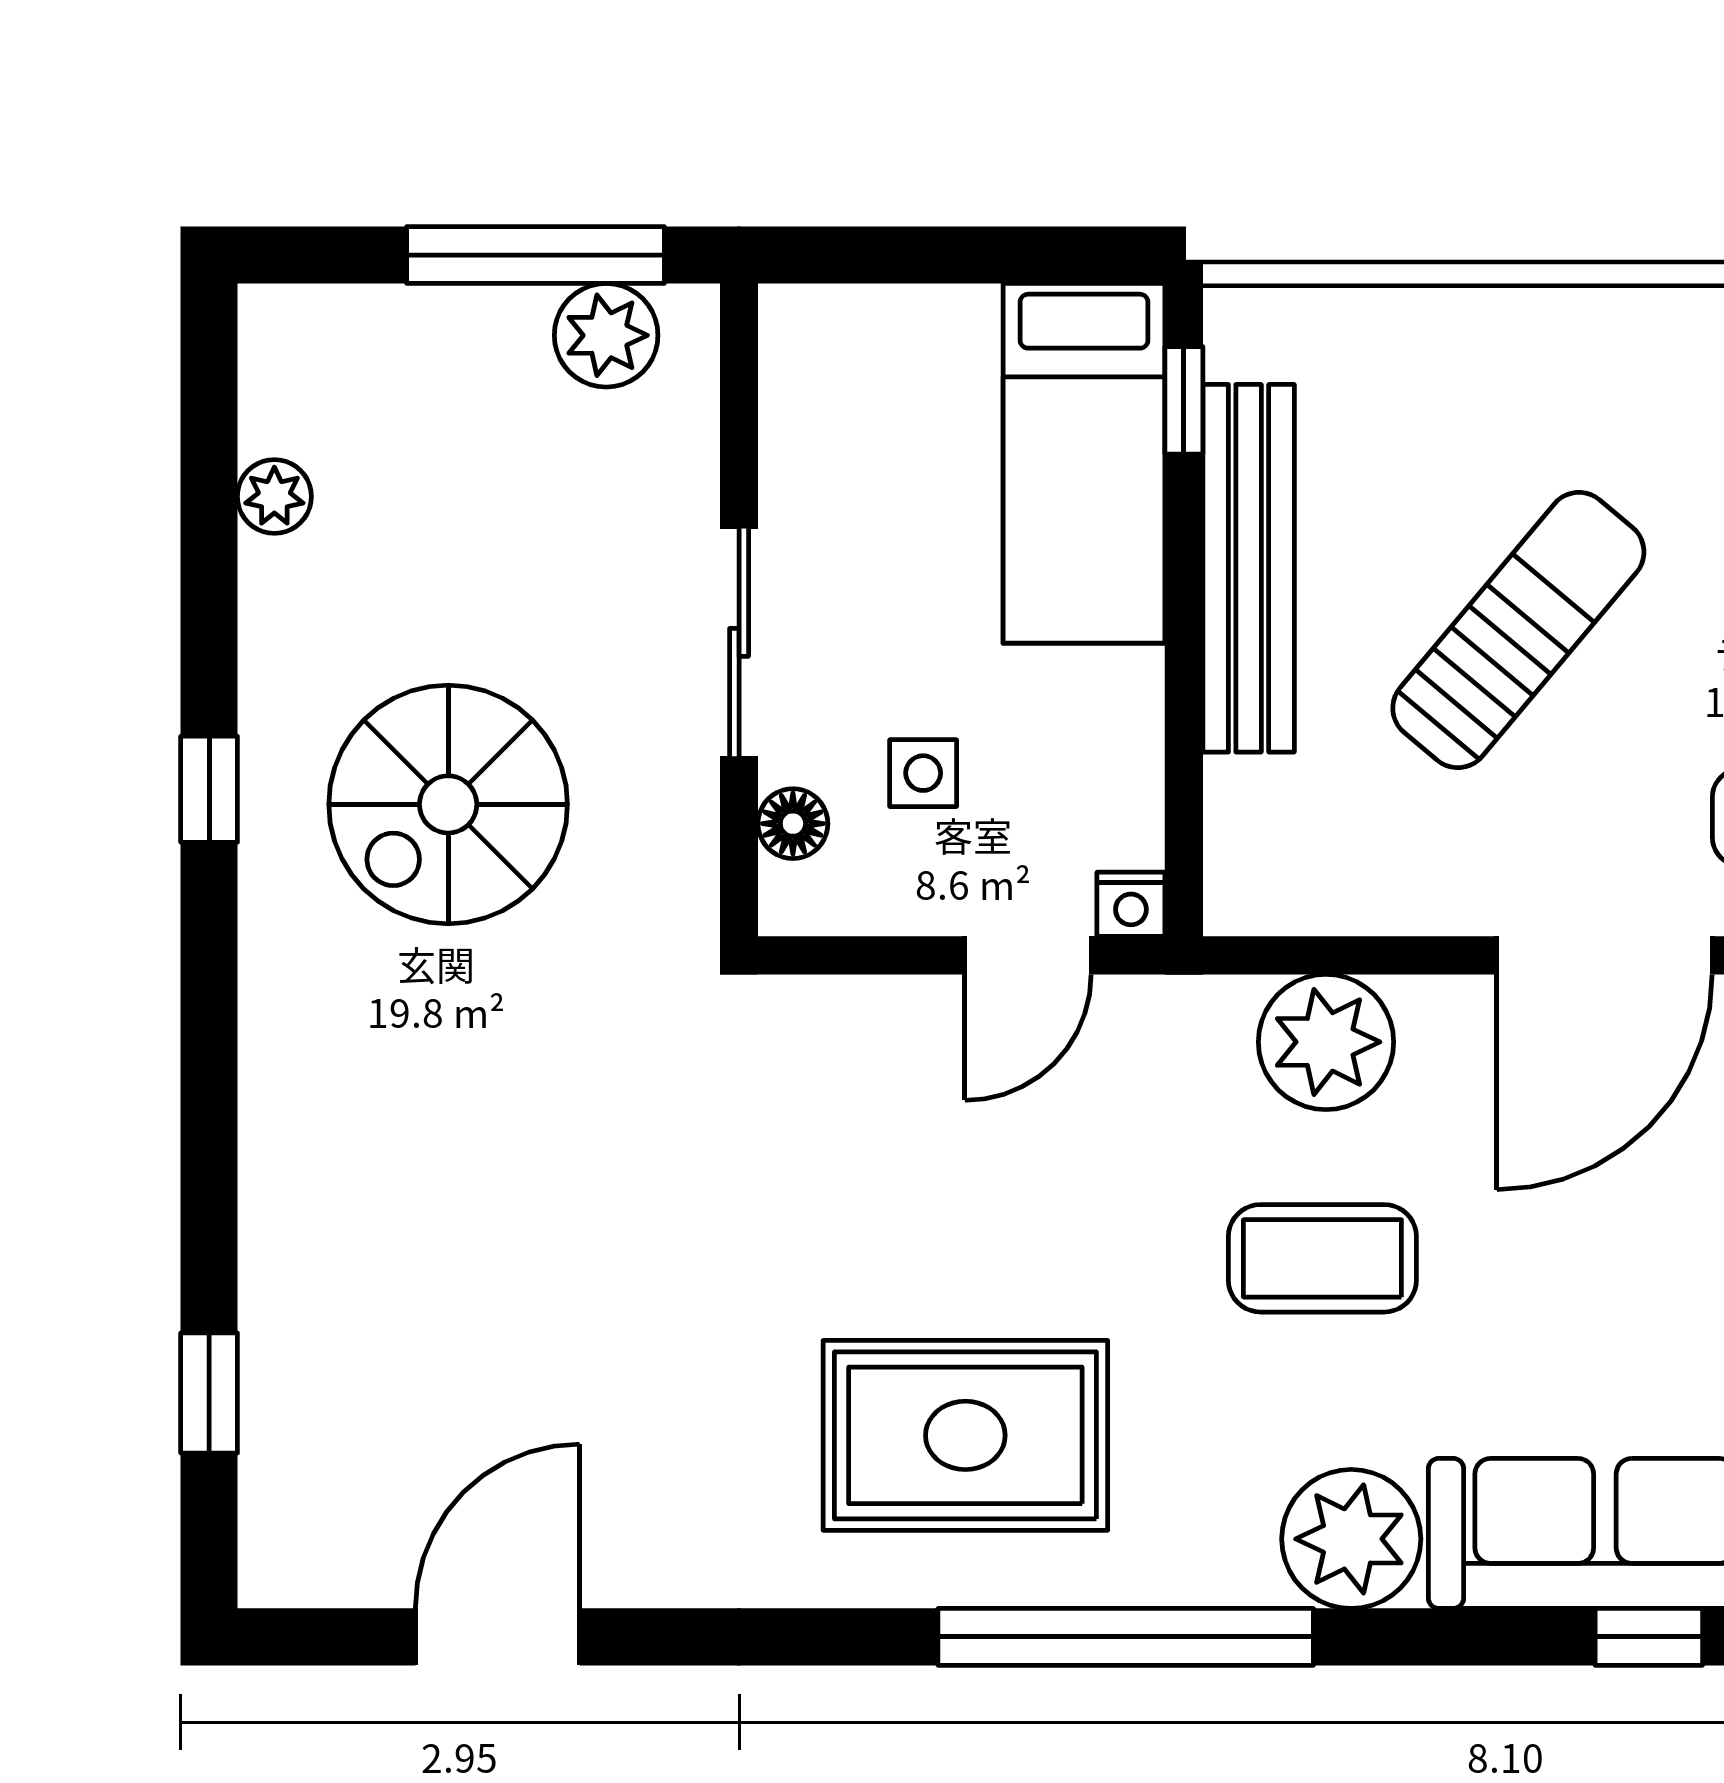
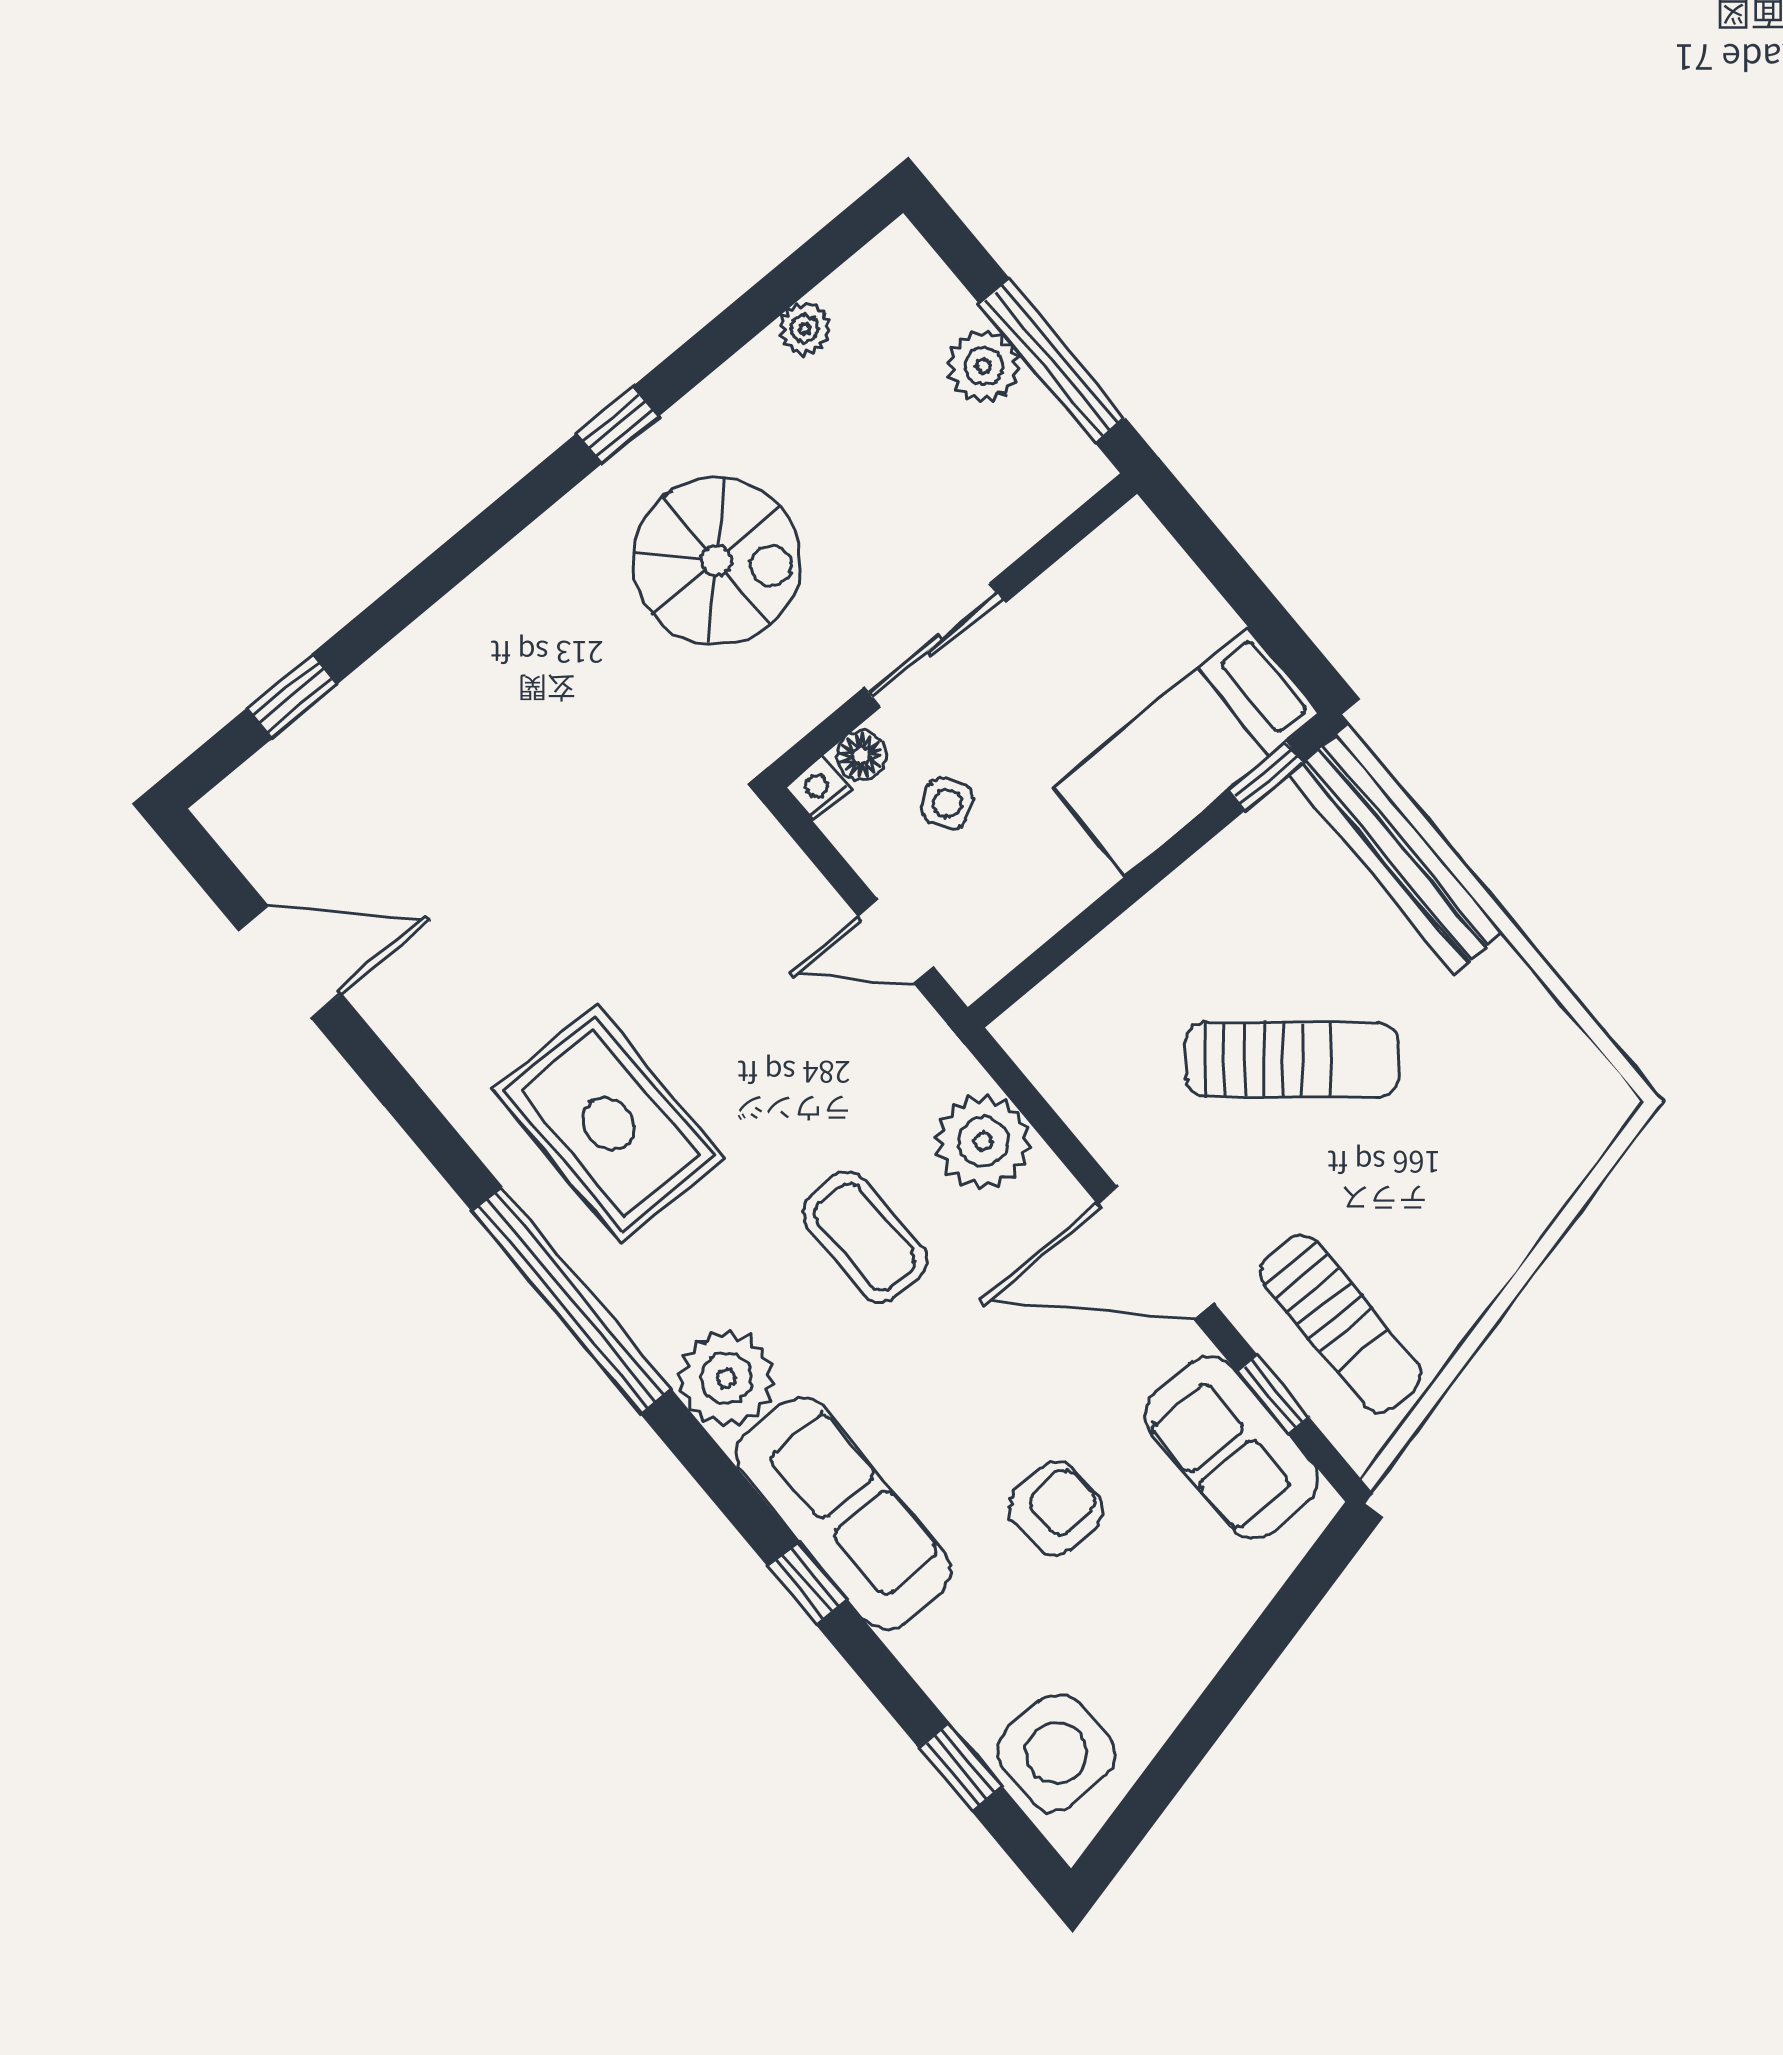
plant: (606, 335) -> (984, 366), moved
bench: (1249, 568) -> (1395, 854), moved, turned 90
side table: (923, 773) -> (947, 803), turned -32
spiral stairs: (448, 804) -> (717, 561), turned 180
nightstand: (1131, 904) -> (819, 788), moved, turned 90

